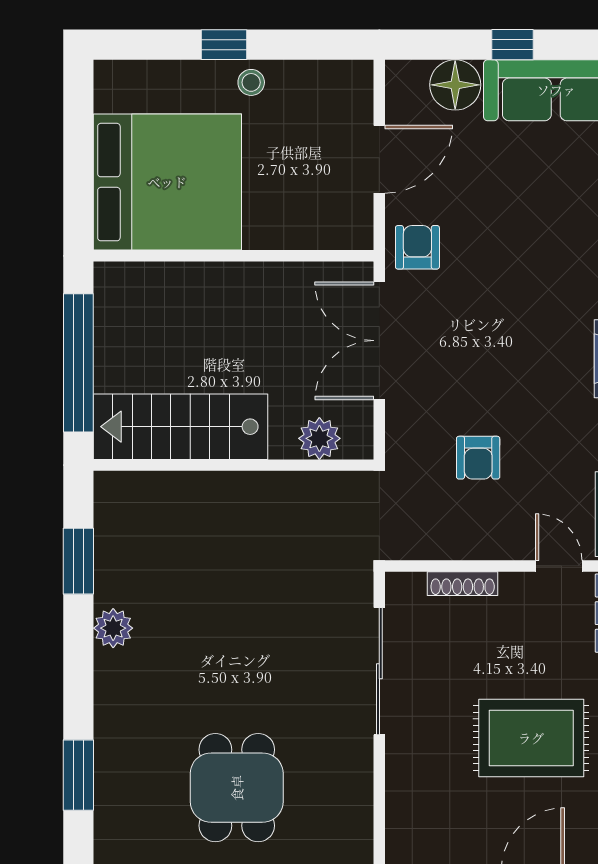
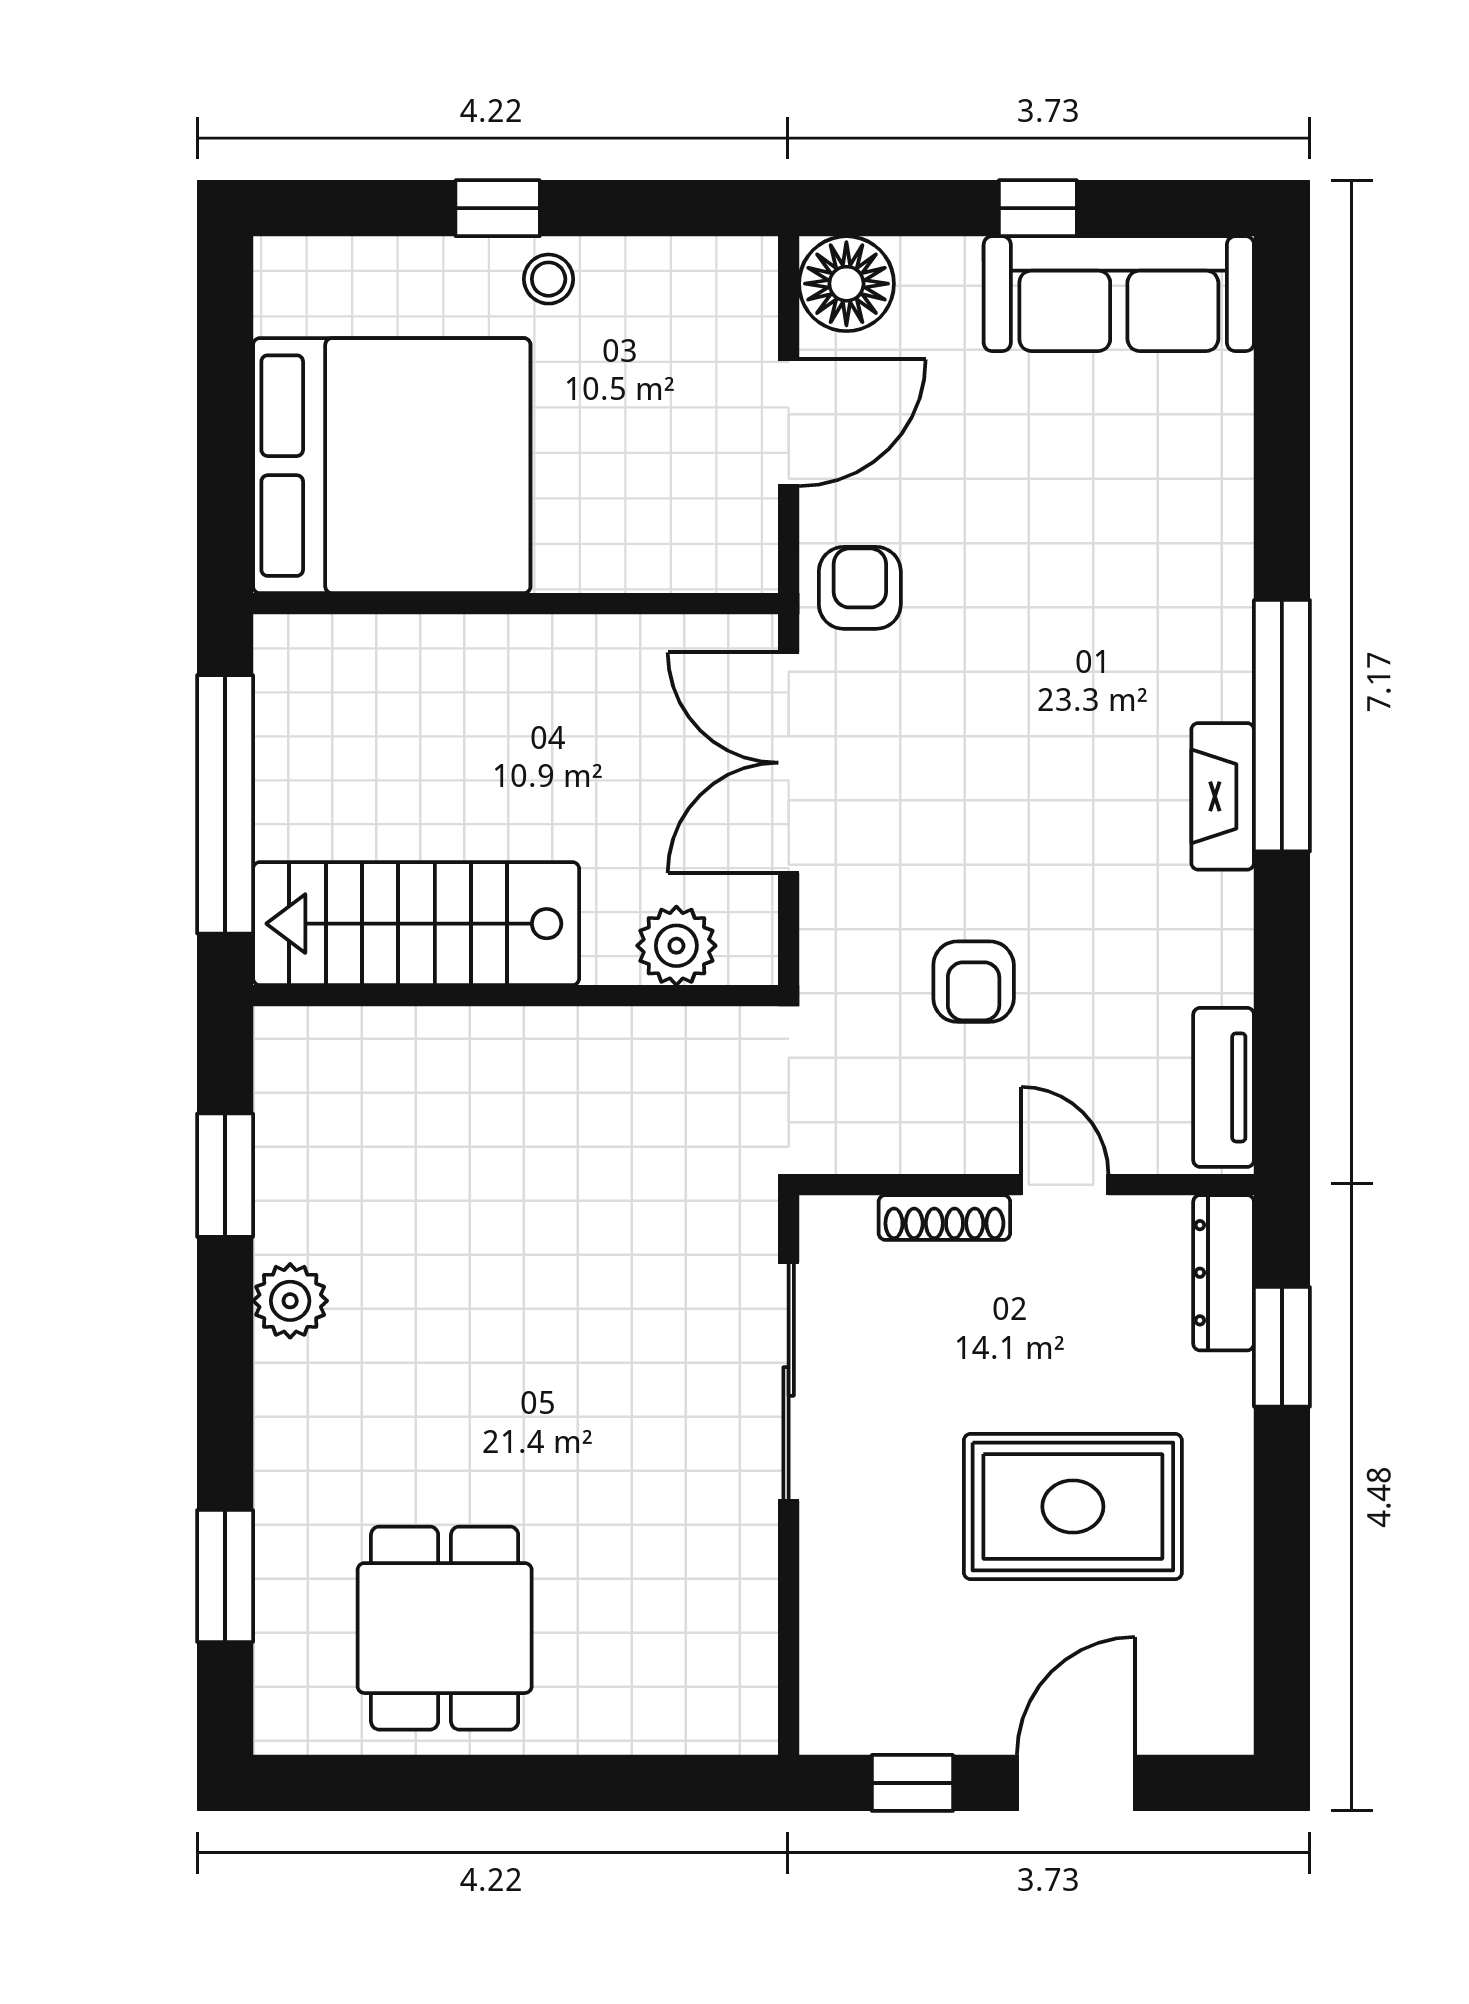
floor lamp: (455, 85) -> (846, 284), moved
door: (559, 566) -> (1065, 1185), moved
dining table: (237, 788) -> (445, 1628), moved

